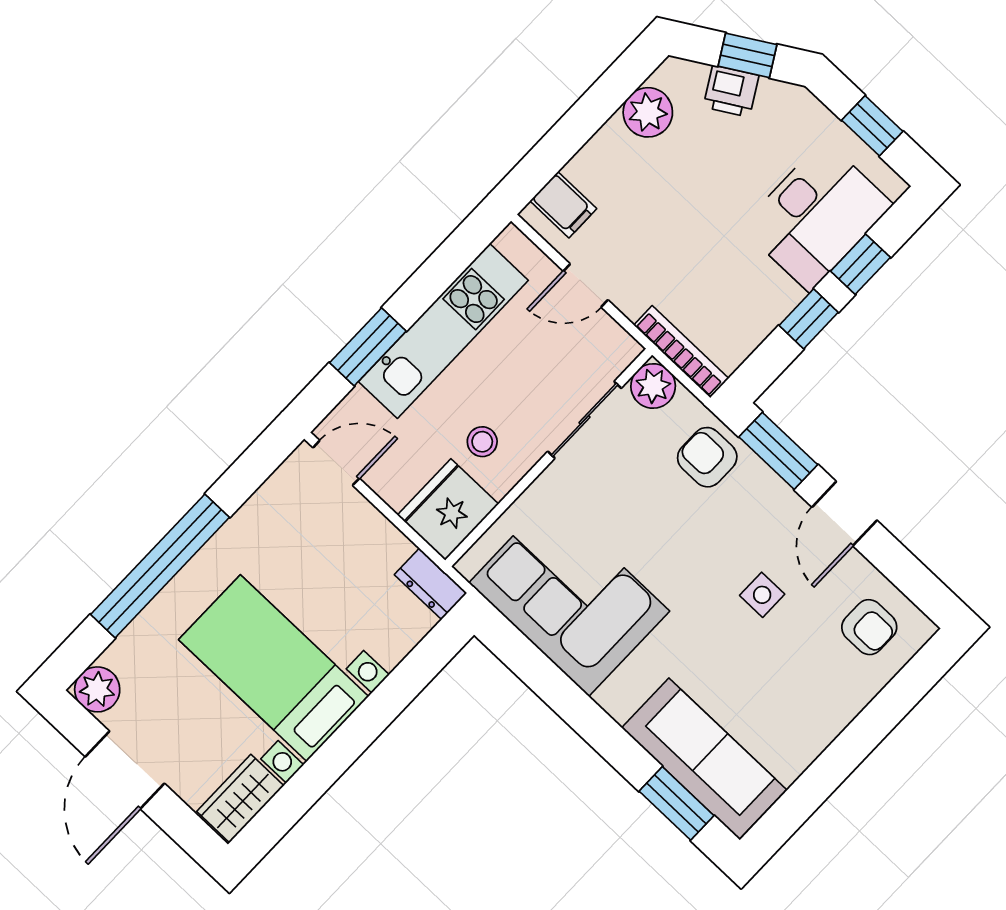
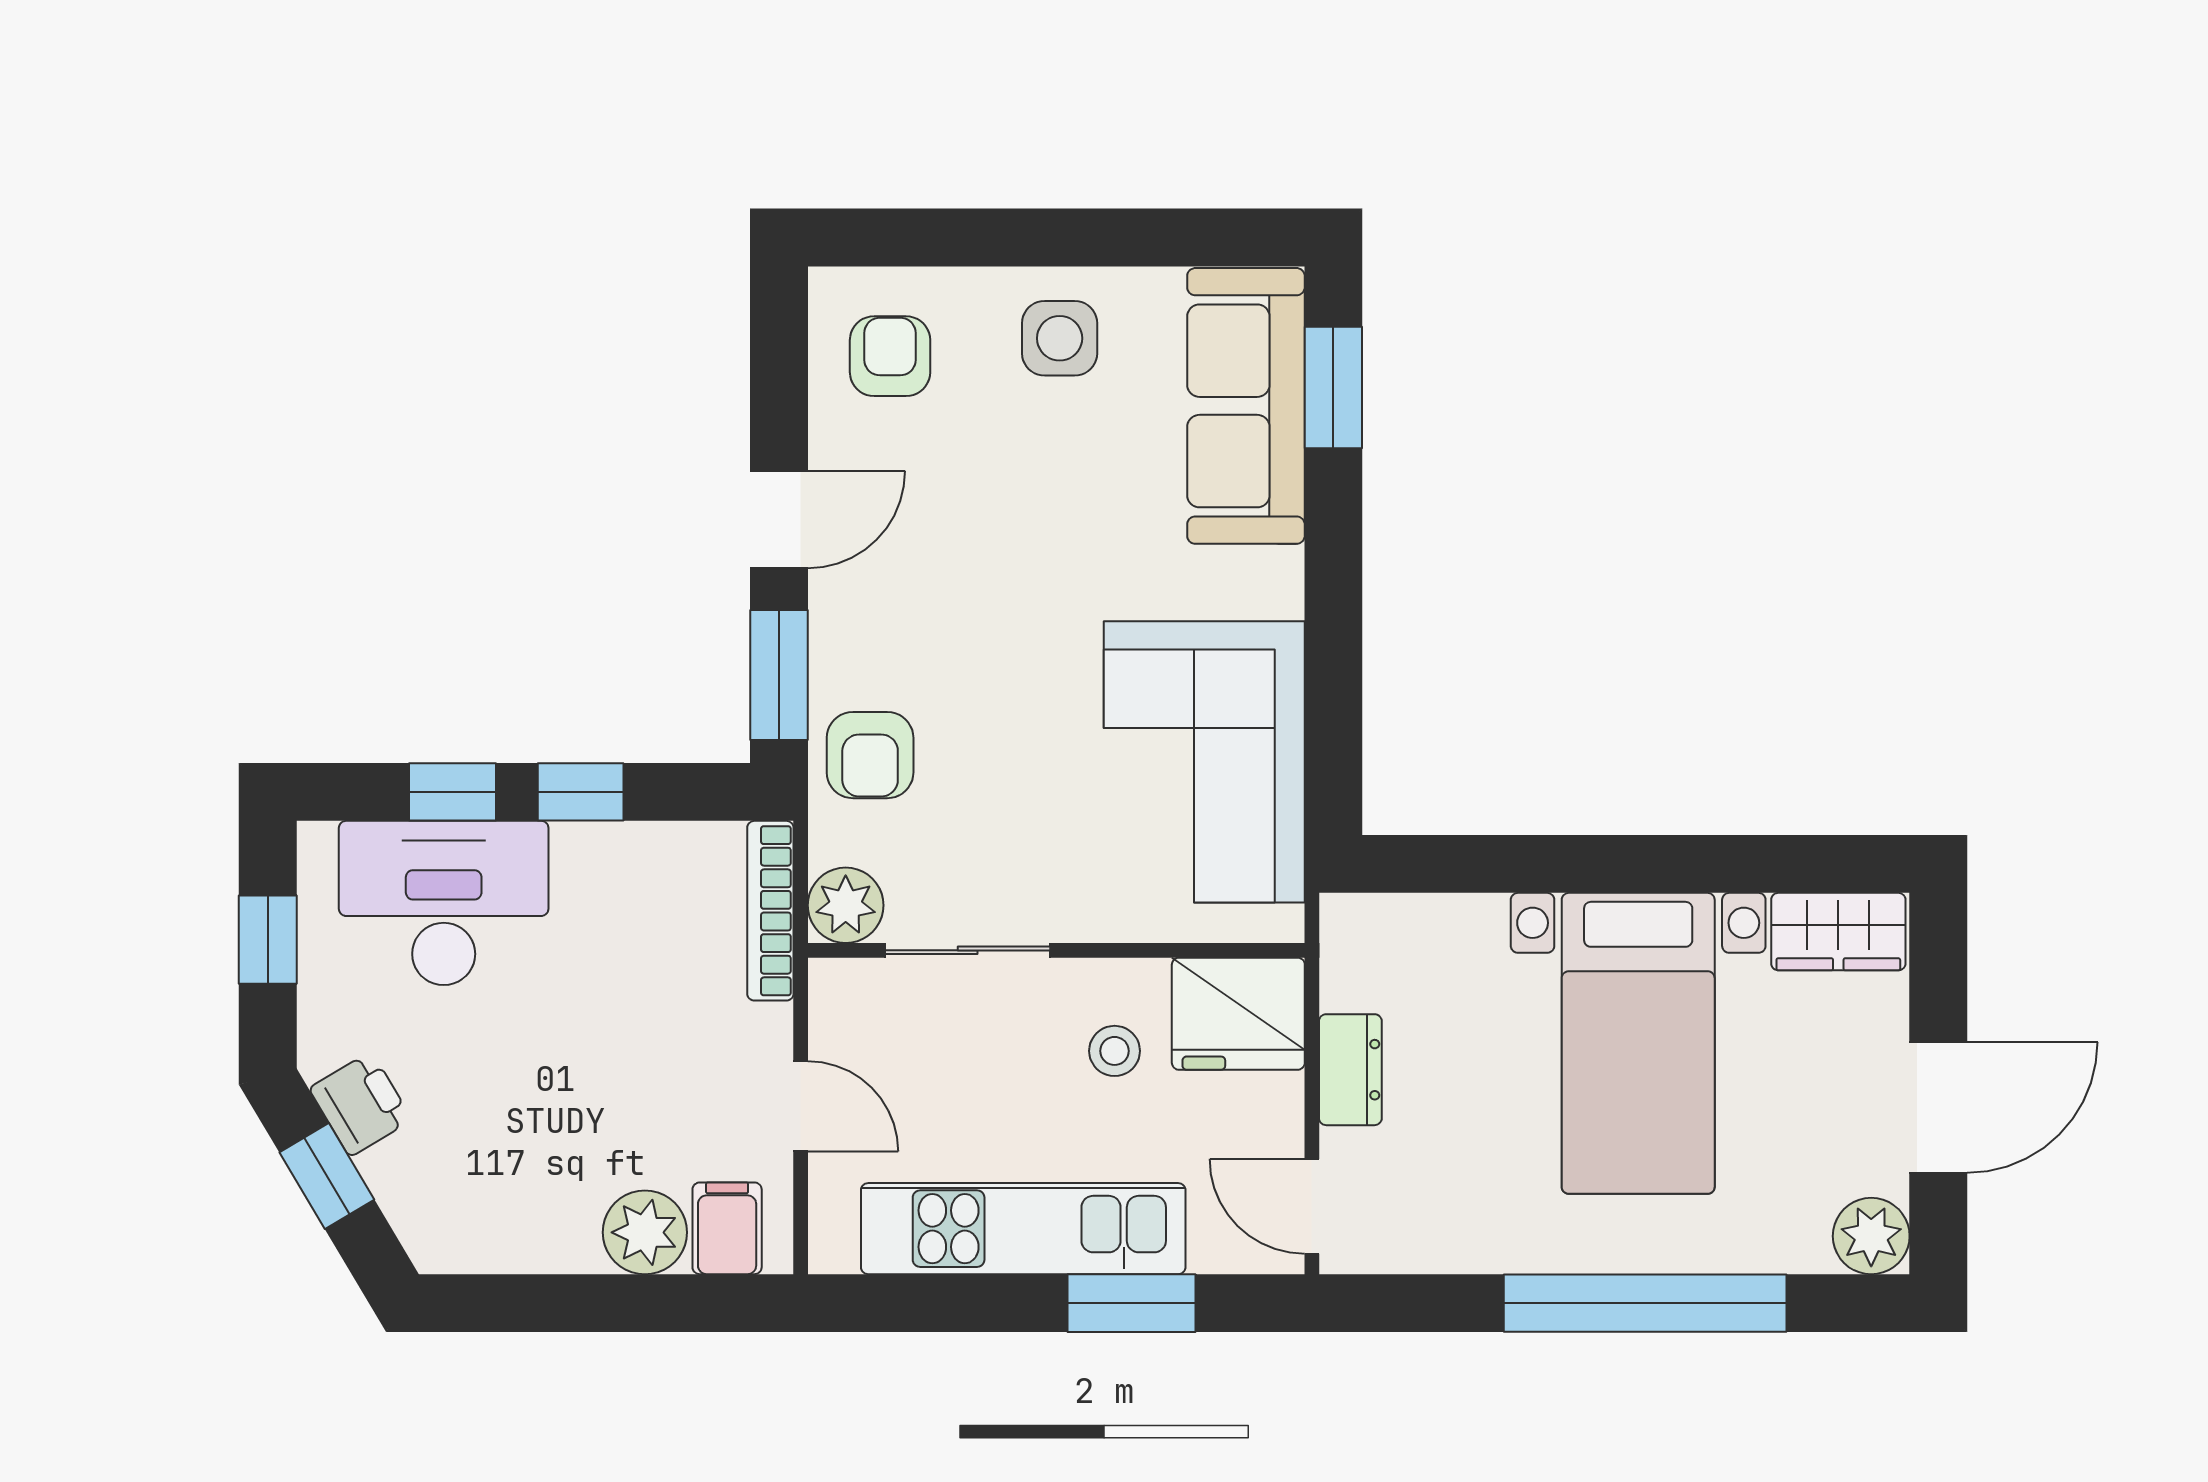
printer: (731, 91) -> (360, 1104), moved
plant: (648, 112) -> (645, 1232), moved
dresser: (431, 584) -> (1350, 1070), moved
side table: (762, 595) -> (1060, 338), moved, width x1.37, depth x1.37

